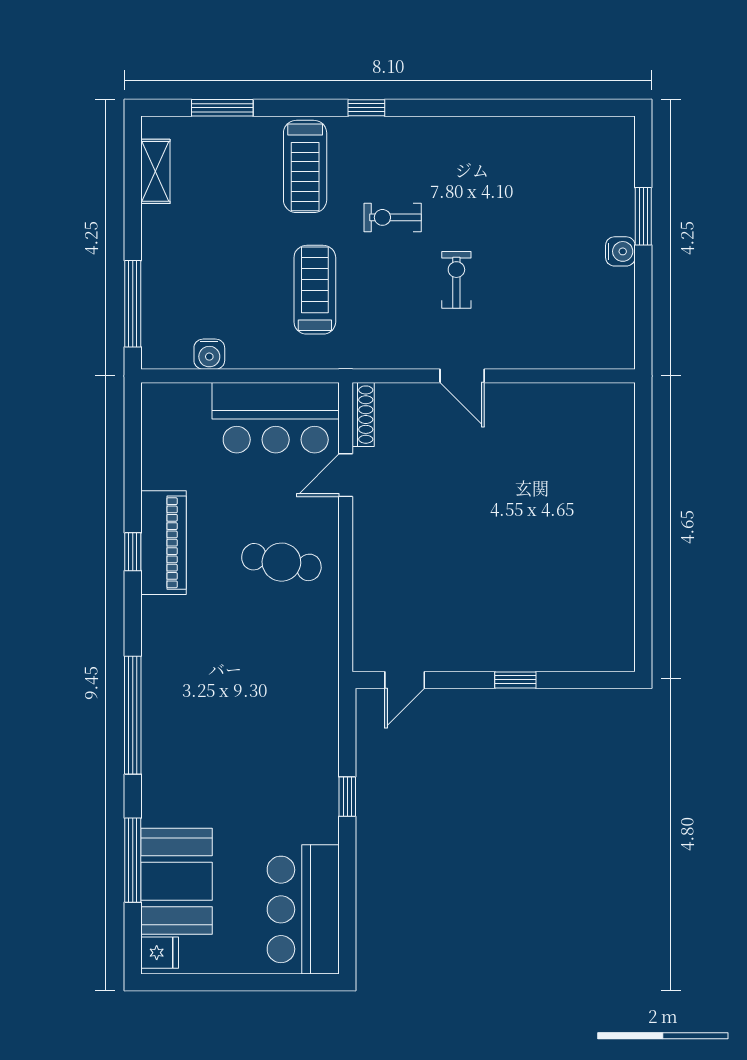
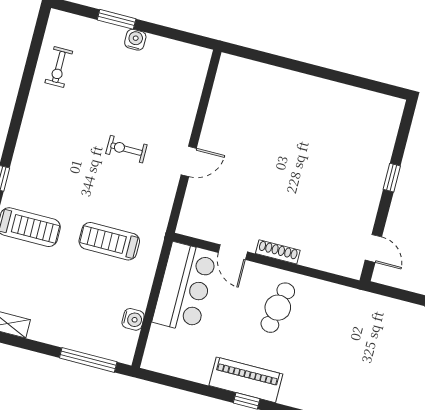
exercise bike: (393, 217) -> (59, 67), moved
shoe rack: (363, 415) -> (278, 252), moved

